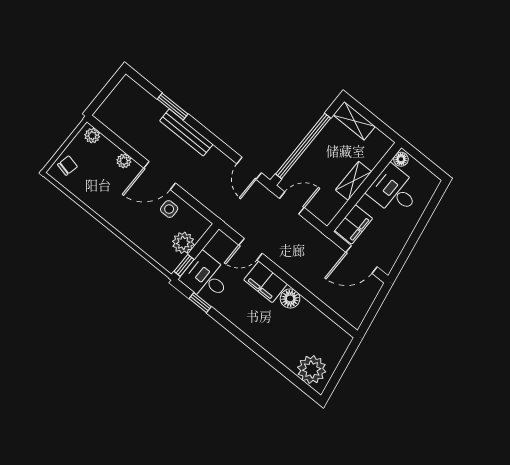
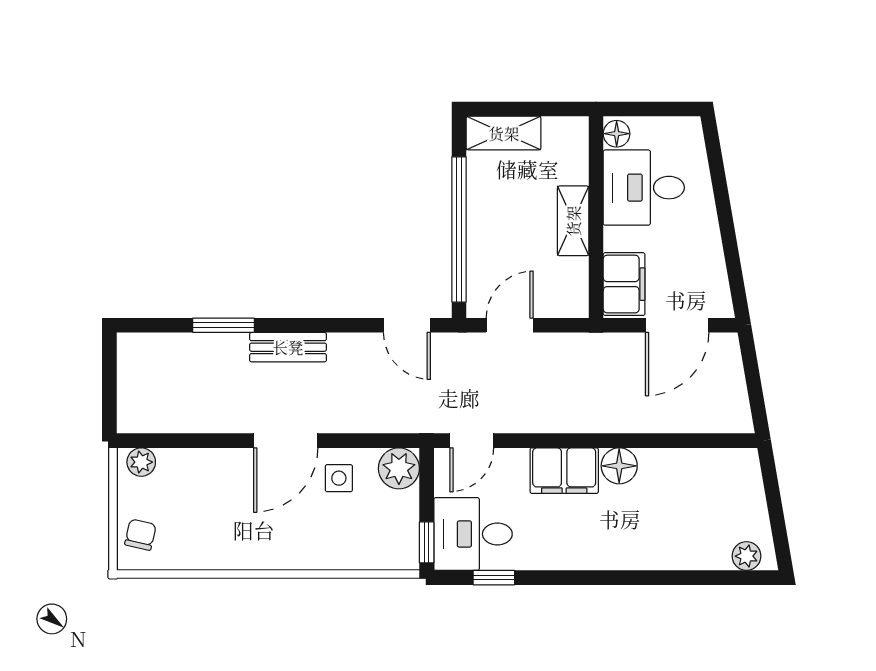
bench: (186, 133) -> (288, 347), width x0.73
plant: (124, 161) -> (217, 461), removed
plant: (183, 243) -> (399, 468), moved
door: (251, 249) -> (472, 441), moved
plant: (312, 369) -> (746, 556), width x0.53, depth x0.53

